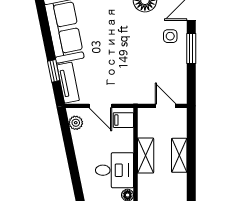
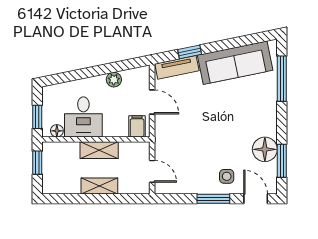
door: (101, 106) -> (152, 102), swing flipped
door: (165, 106) -> (152, 171), hinge flipped
plant: (76, 123) -> (114, 80), moved

